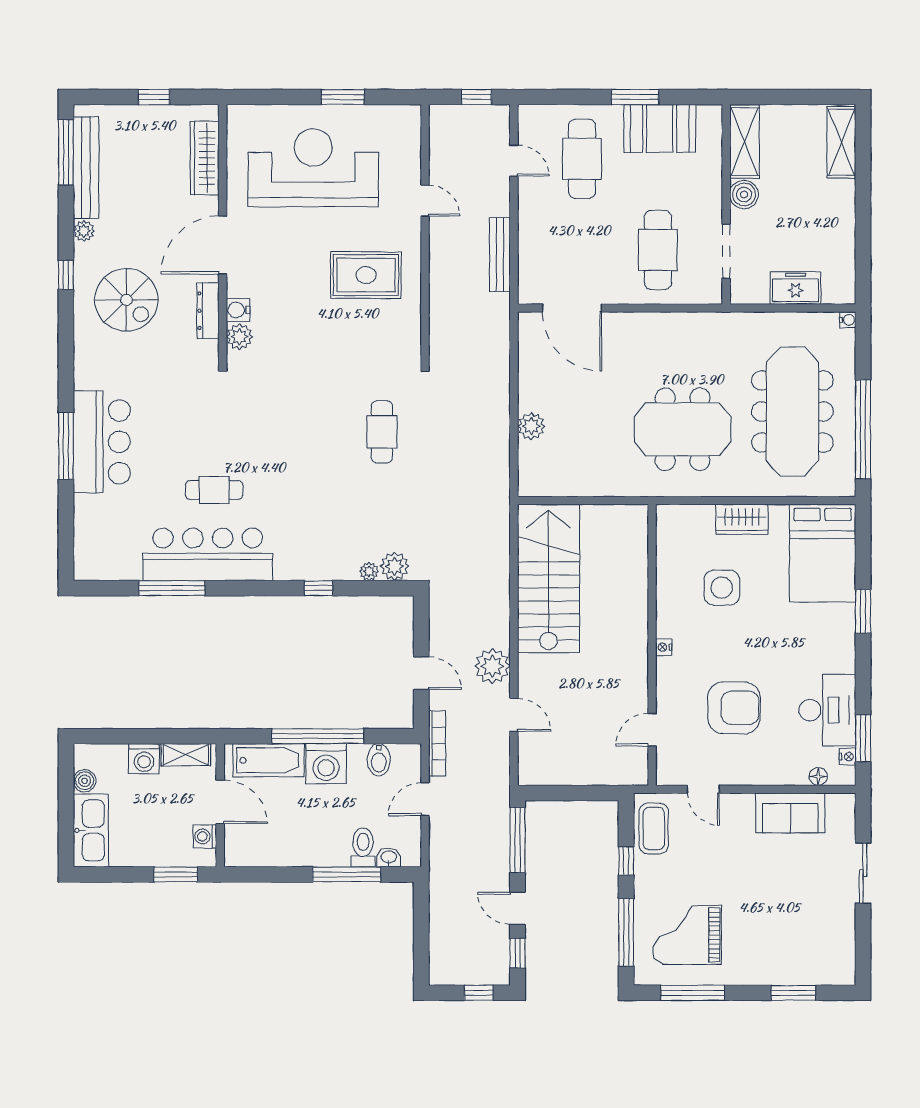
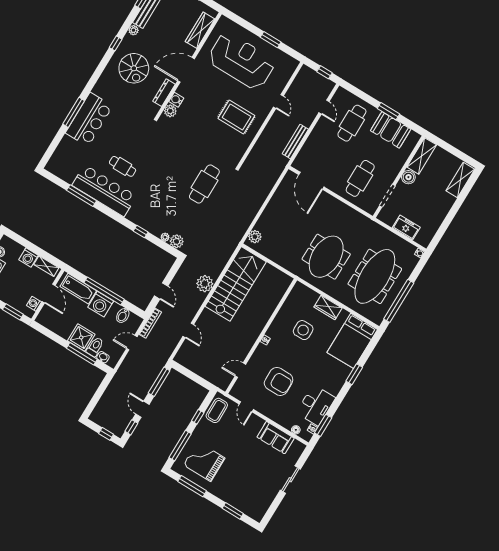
plant: (531, 426) -> (255, 237), moved
meeting table: (683, 429) -> (326, 257), turned 90
cafe table: (382, 432) -> (204, 184), width x1.37, depth x1.35
plant: (492, 666) -> (205, 284), moved
shower: (328, 846) -> (81, 337), added

